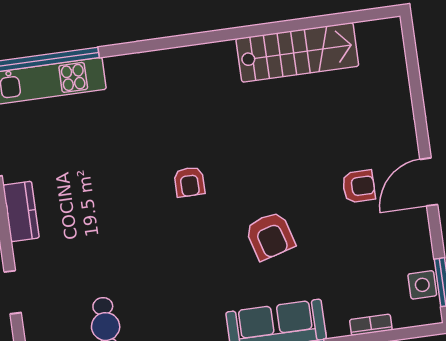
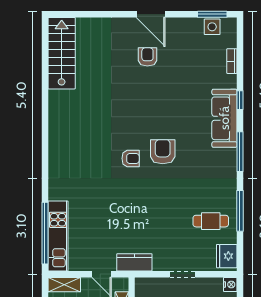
stairs: (297, 52) -> (62, 53), moved
armchair: (270, 236) -> (163, 152), moved, turned -74

